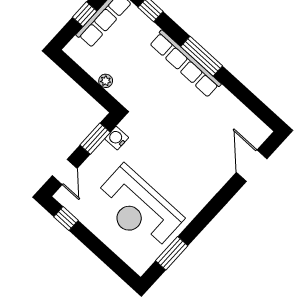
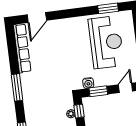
row of seats: (185, 64) -> (22, 48), moved
window: (98, 93) -> (79, 111), added

